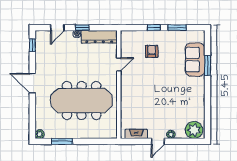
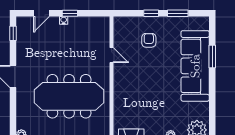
dresser: (99, 37) -> (89, 24), removed
sofa: (195, 60) -> (195, 66), width x1.85, depth x1.27
door: (119, 64) -> (111, 55), hinge flipped

